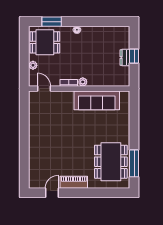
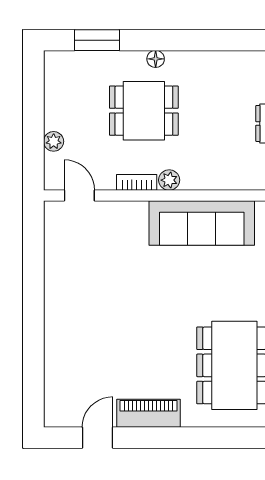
dining table: (45, 42) -> (144, 111), moved

